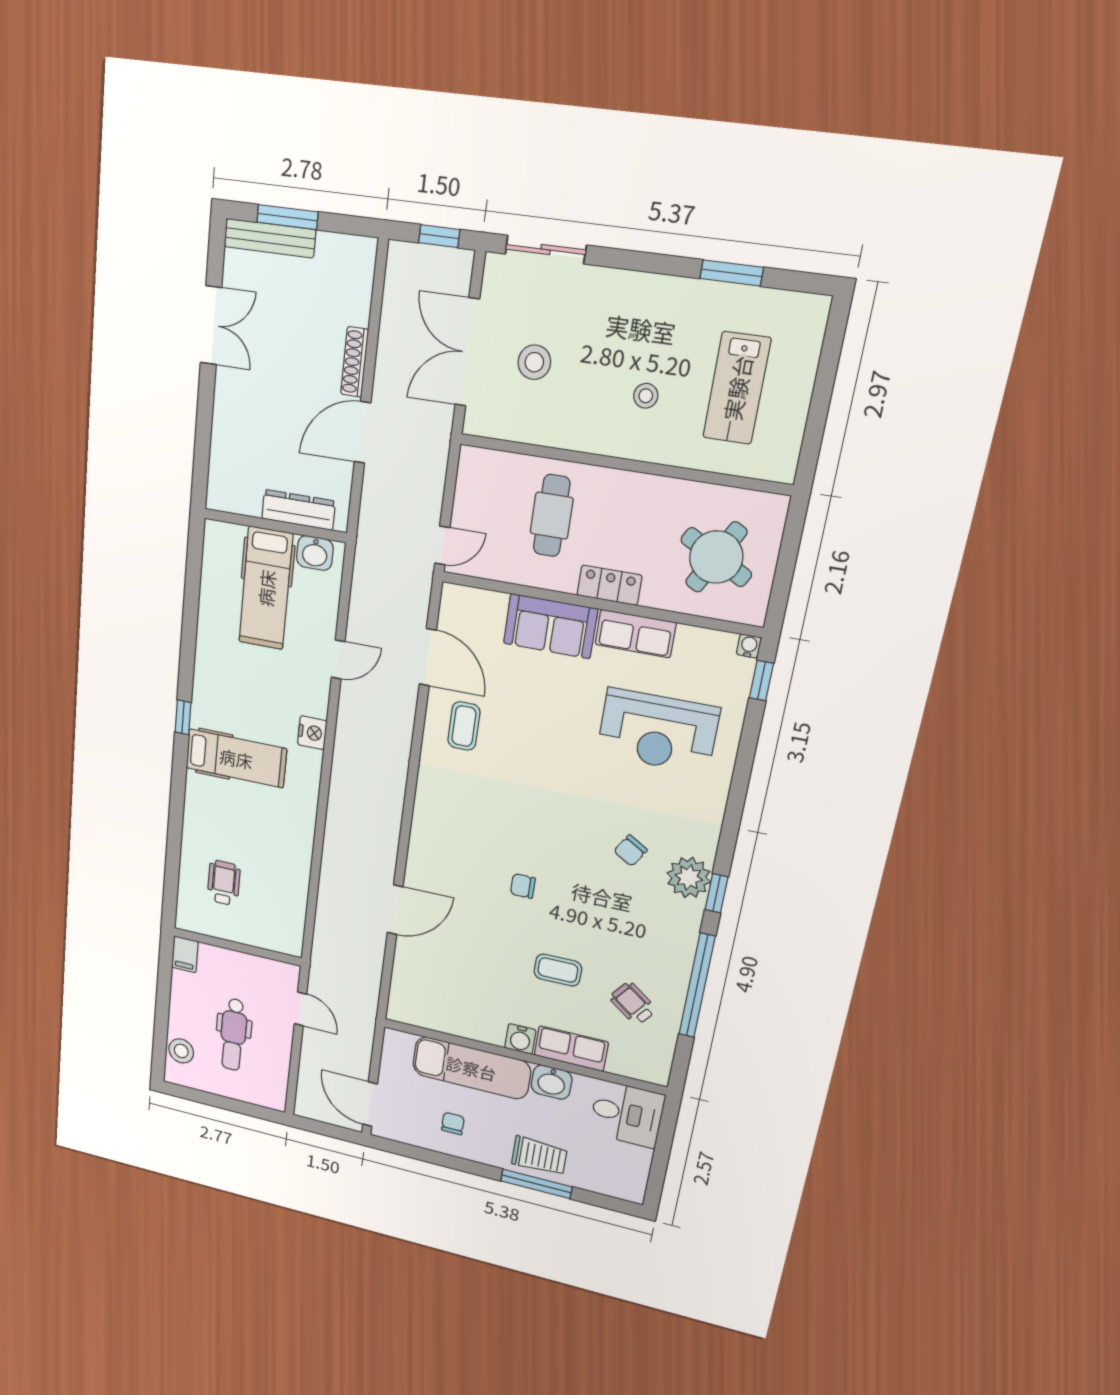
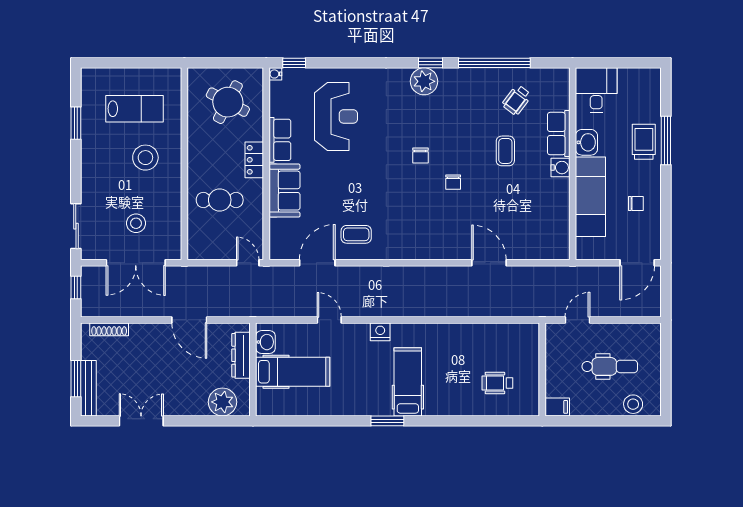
shoe rack: (355, 362) -> (109, 329), moved
stool: (646, 396) -> (145, 158), width x1.89, depth x1.89
plant: (230, 468) -> (222, 402), added
window: (183, 717) -> (387, 421), width x1.50
chair: (630, 851) -> (420, 156), moved, turned 59
chair: (453, 1124) -> (636, 204), turned 180

